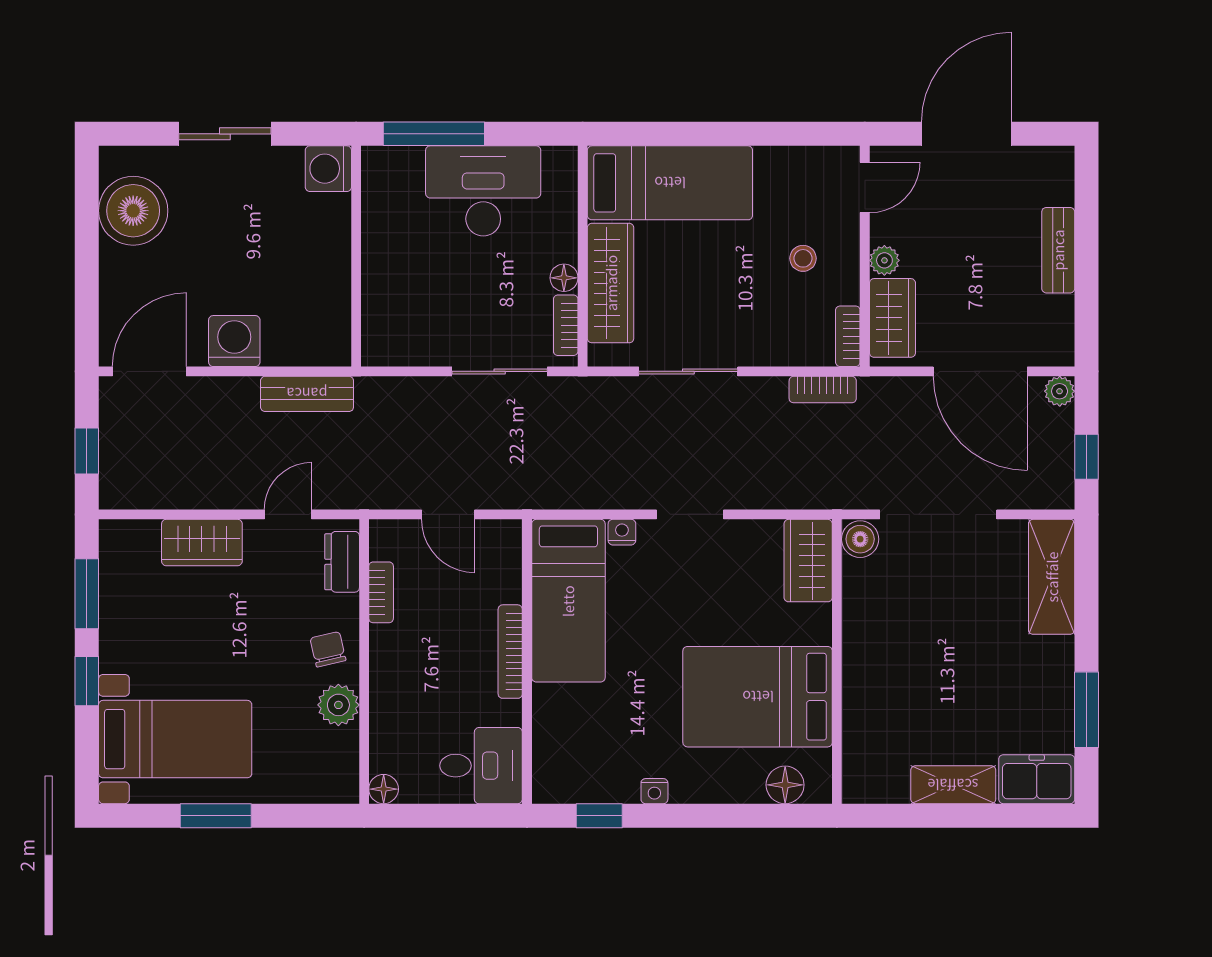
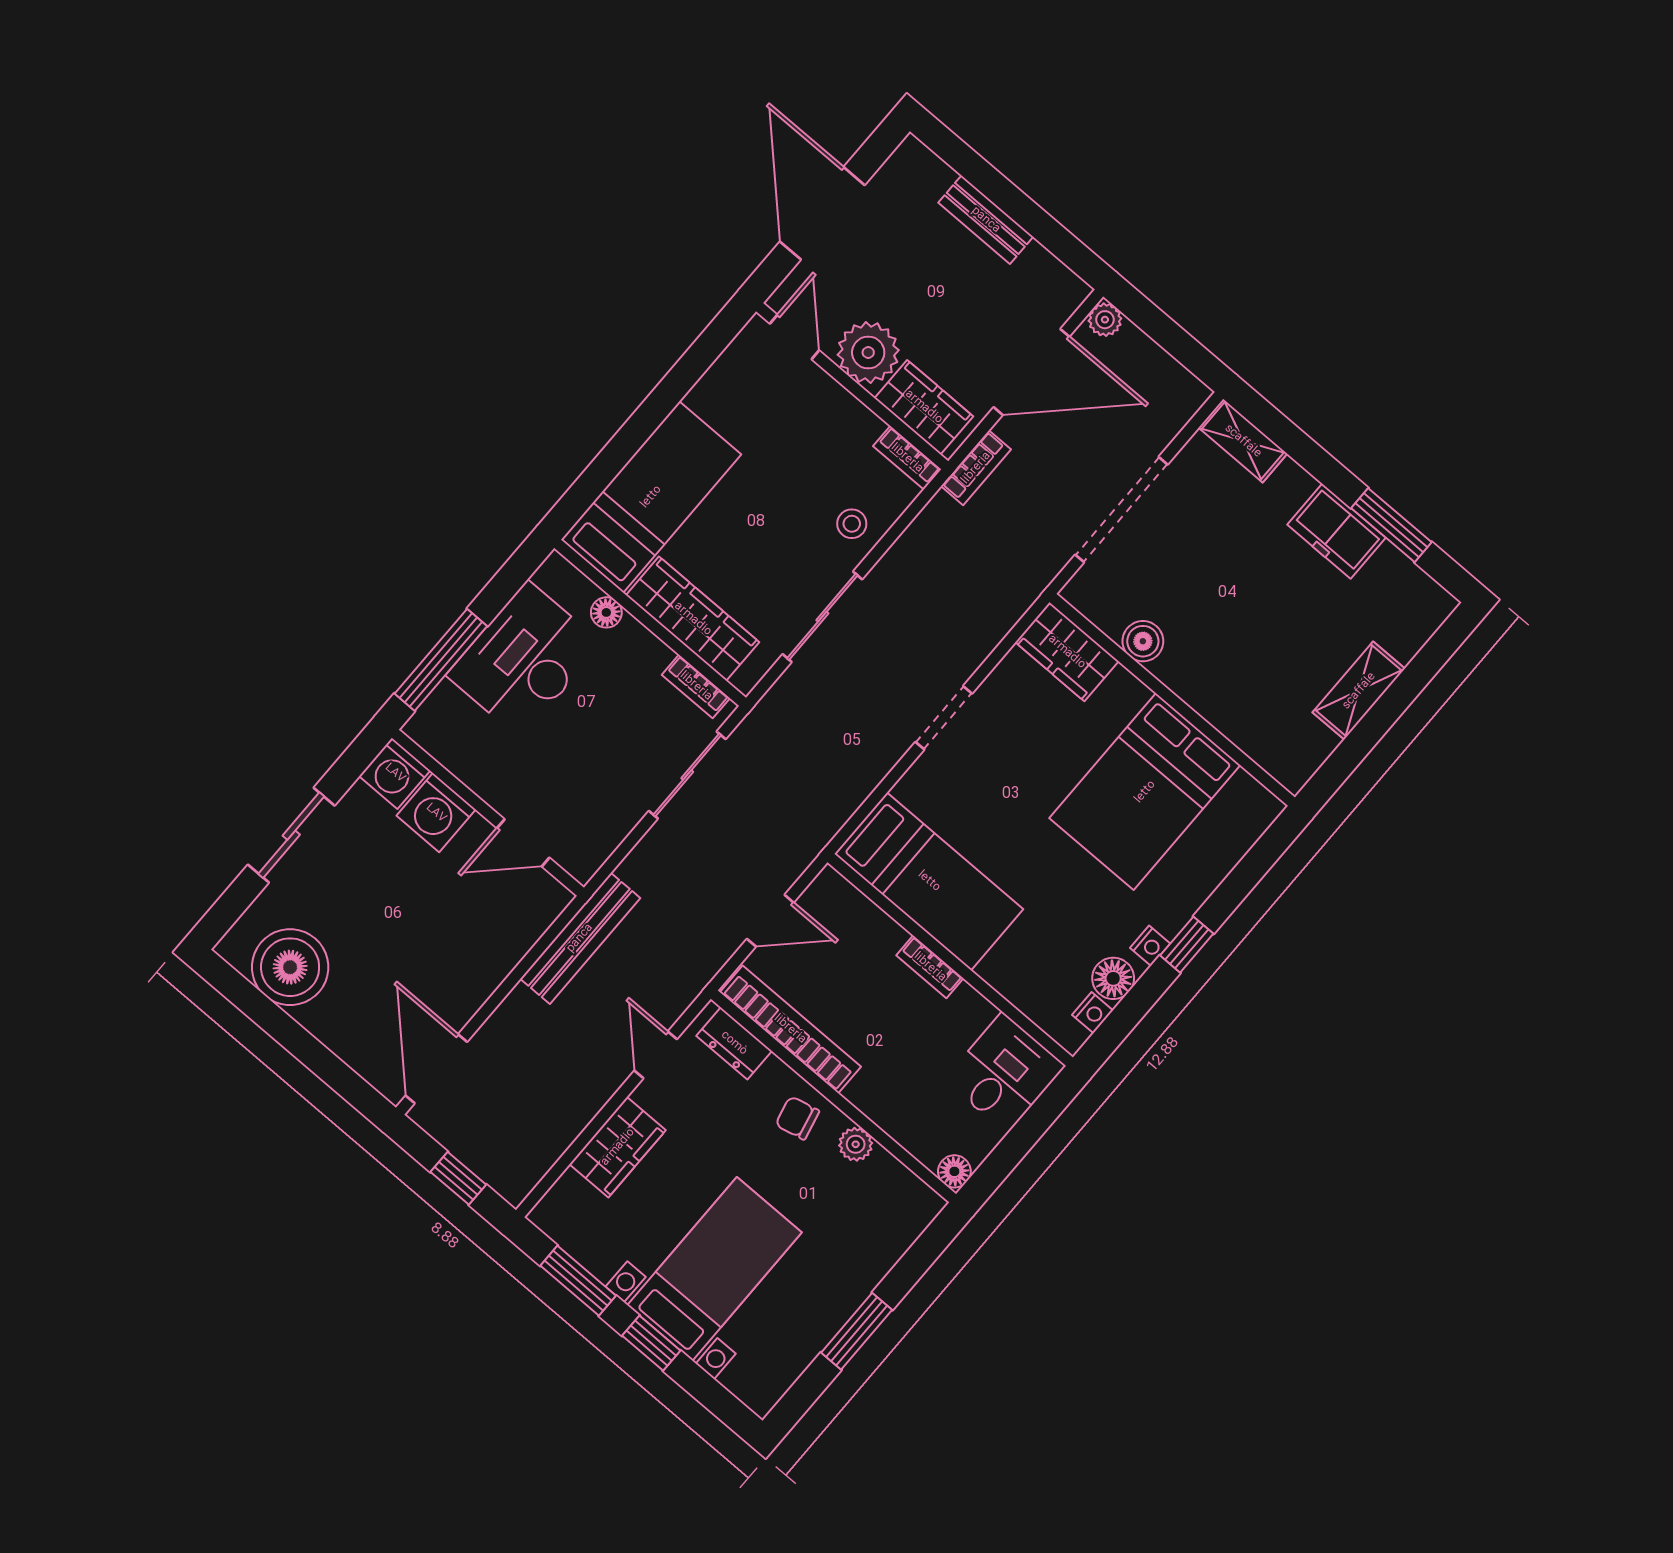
stool: (803, 258) -> (852, 524), moved
plant: (884, 260) -> (868, 352), width x1.87, depth x1.87
floor lamp: (564, 278) -> (606, 612), moved
door: (356, 298) -> (523, 843), added
washing machine: (234, 341) -> (436, 813), moved, turned -90
bookcase: (823, 390) -> (976, 468), moved
bench: (307, 394) -> (580, 938), width x1.36
window: (1087, 457) -> (1179, 344), removed
nightstand: (622, 532) -> (1093, 1013), moved, turned 180
boiler: (860, 539) -> (1143, 641), moved
shelving: (1052, 577) -> (1243, 441), width x0.67, depth x0.75
bookcase: (381, 592) -> (790, 1029), width x2.31, depth x1.31
bookcase: (510, 652) -> (930, 967), width x0.64
plant: (338, 705) -> (856, 1144), width x0.73, depth x0.73
bed with nightstands: (175, 739) -> (715, 1269), moved
freezer: (1037, 779) -> (1336, 531), moved, turned -90
floor lamp: (785, 785) -> (1113, 978), moved
window: (599, 816) -> (1187, 945), moved

